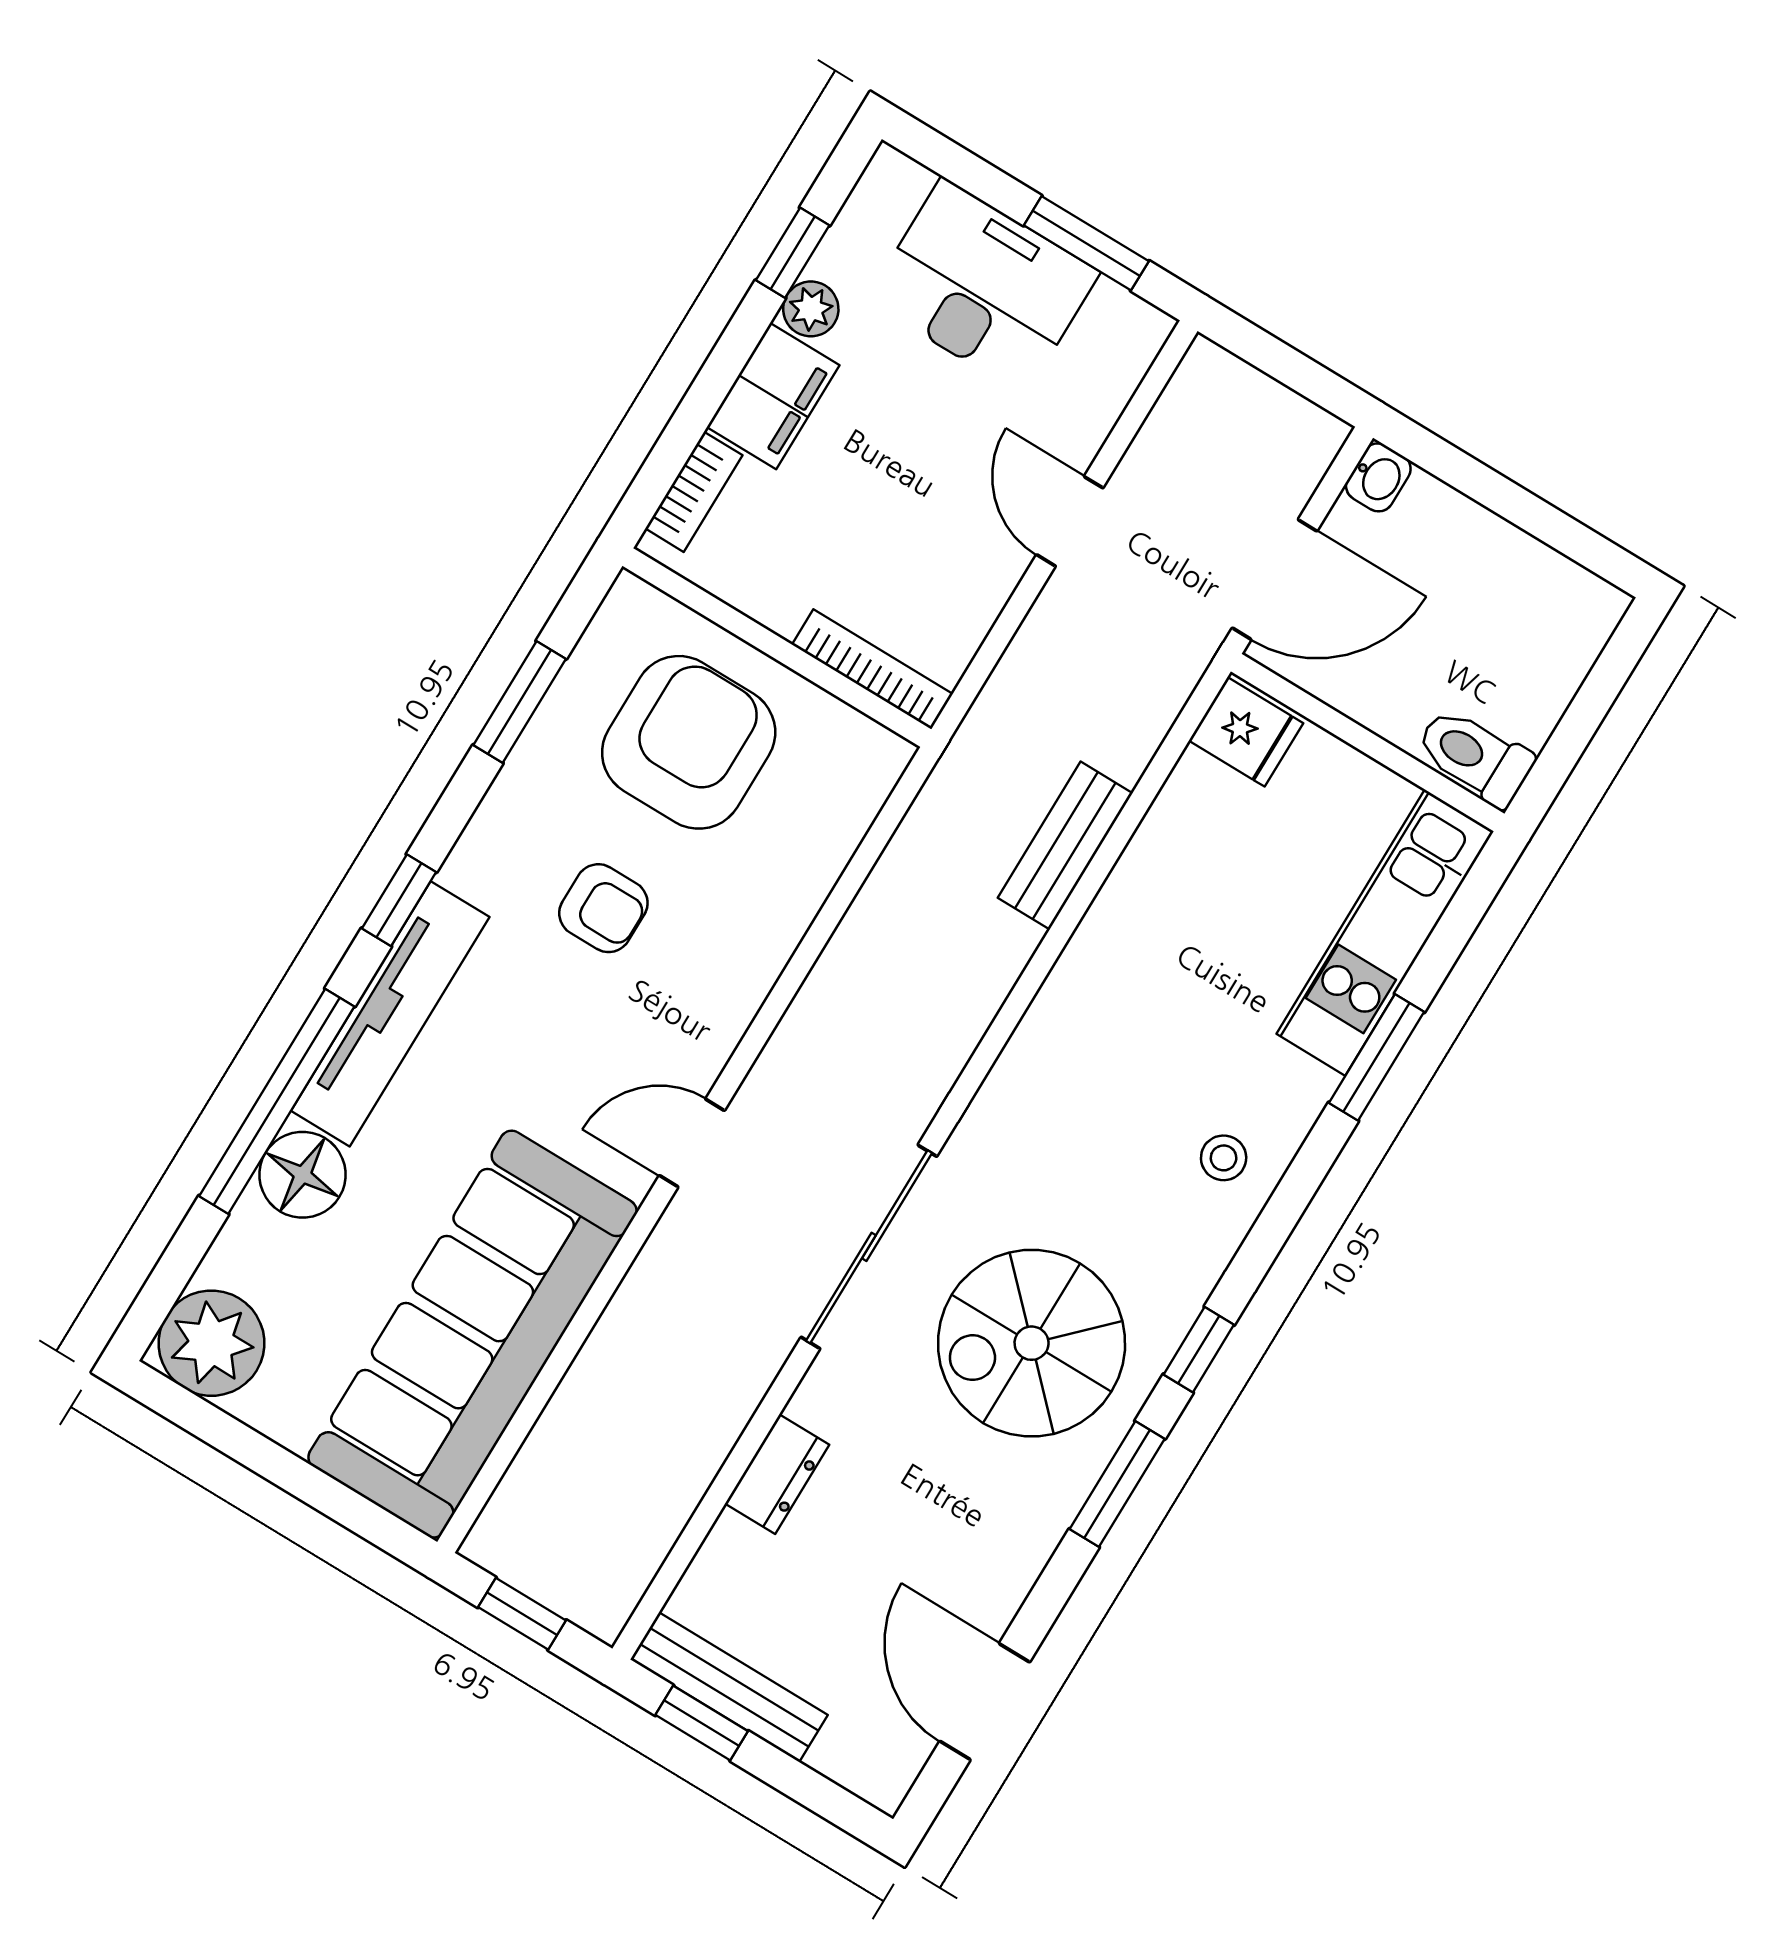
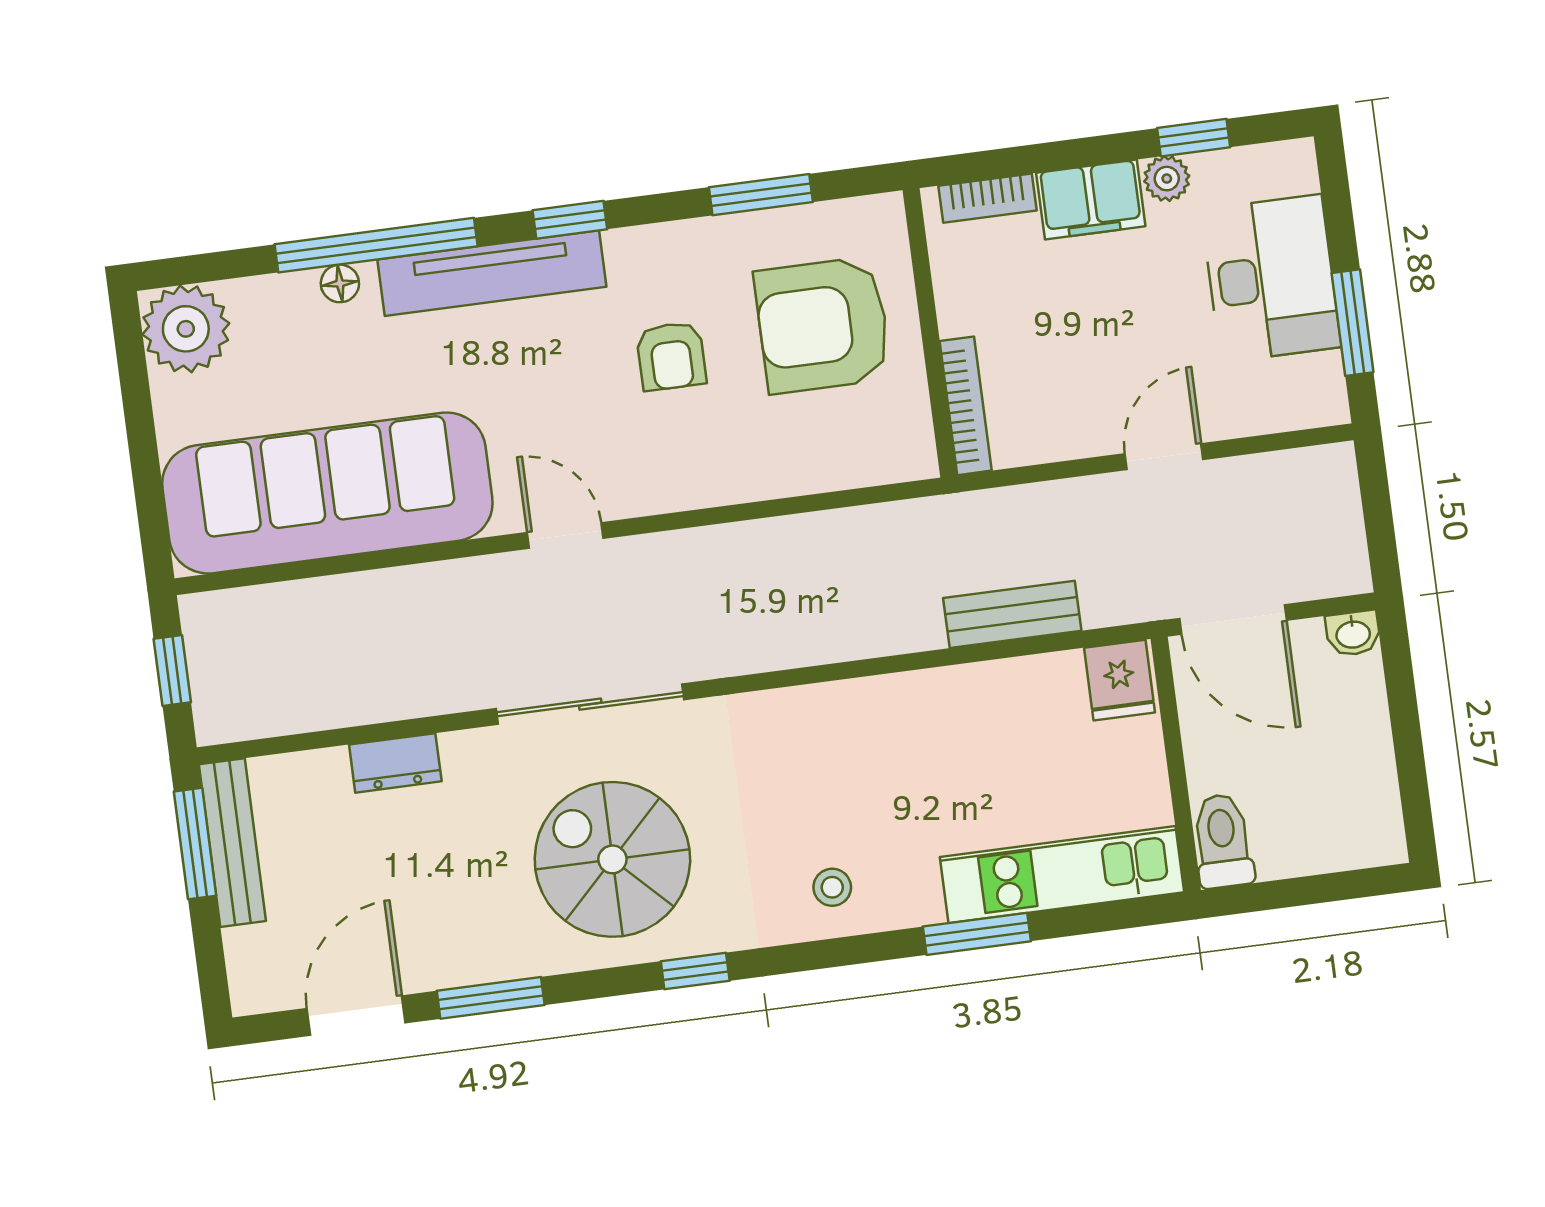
armchair: (689, 742) -> (823, 325), turned 180
bench: (1065, 846) -> (1012, 614), moved
floor lamp: (302, 1175) -> (340, 283), width x0.53, depth x0.53
window: (1117, 1484) -> (491, 998), moved
window: (702, 1723) -> (195, 844), width x1.50

